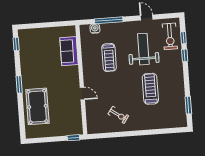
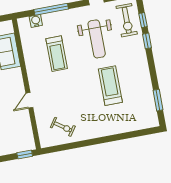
weight bench: (143, 49) -> (97, 39), turned 180
door: (82, 93) -> (29, 100), swing flipped
exercise bike: (118, 115) -> (63, 127), moved

